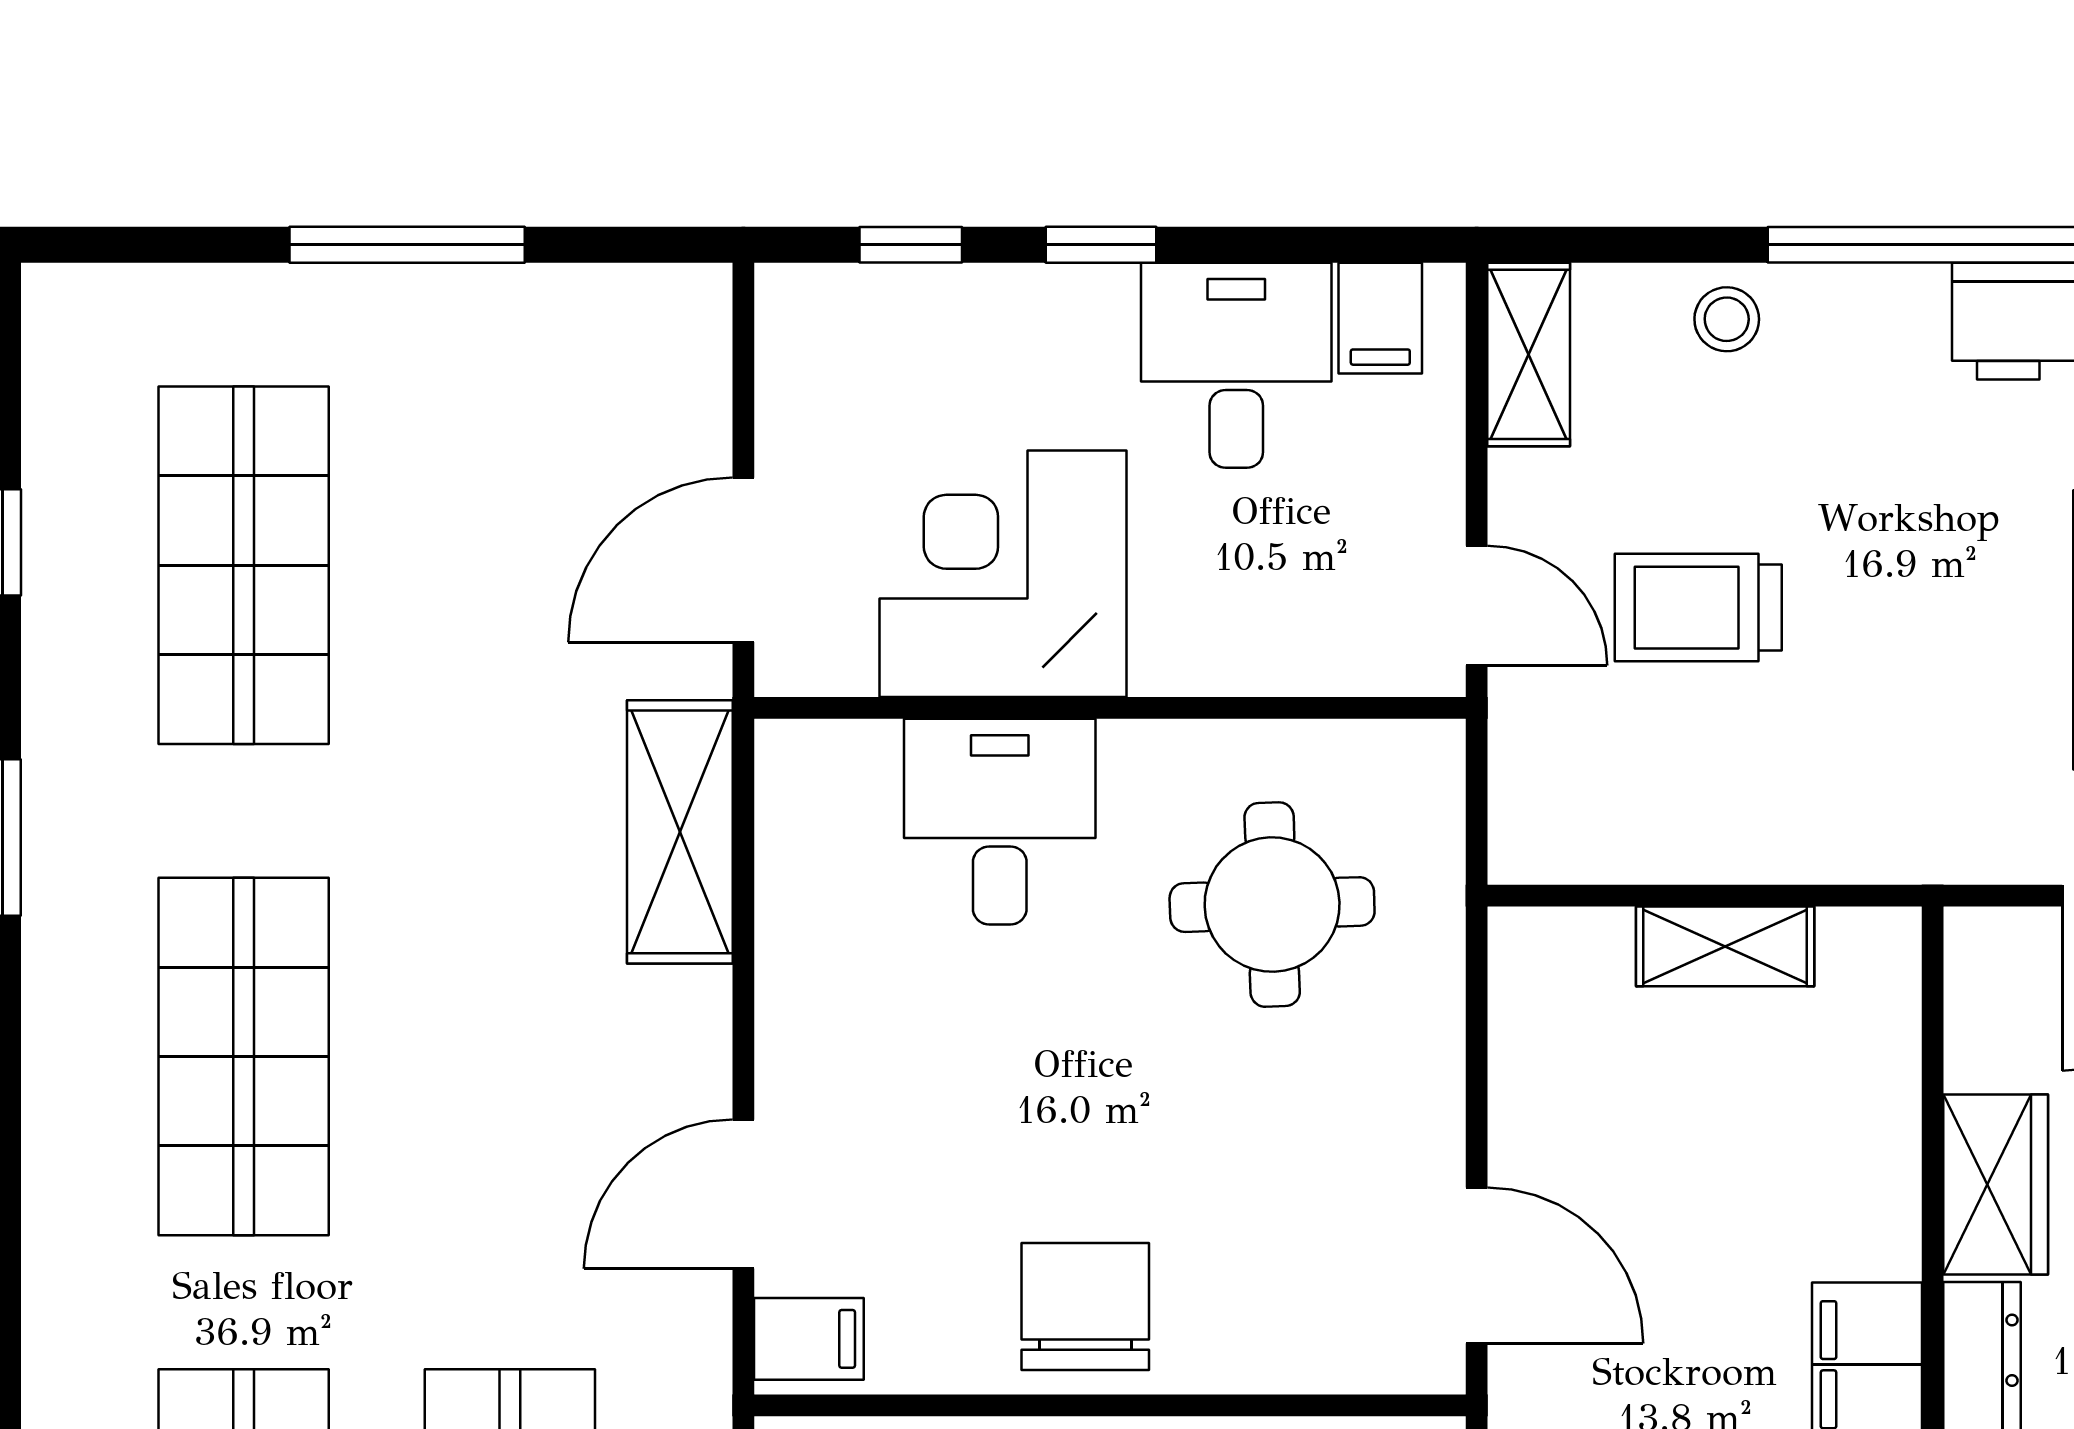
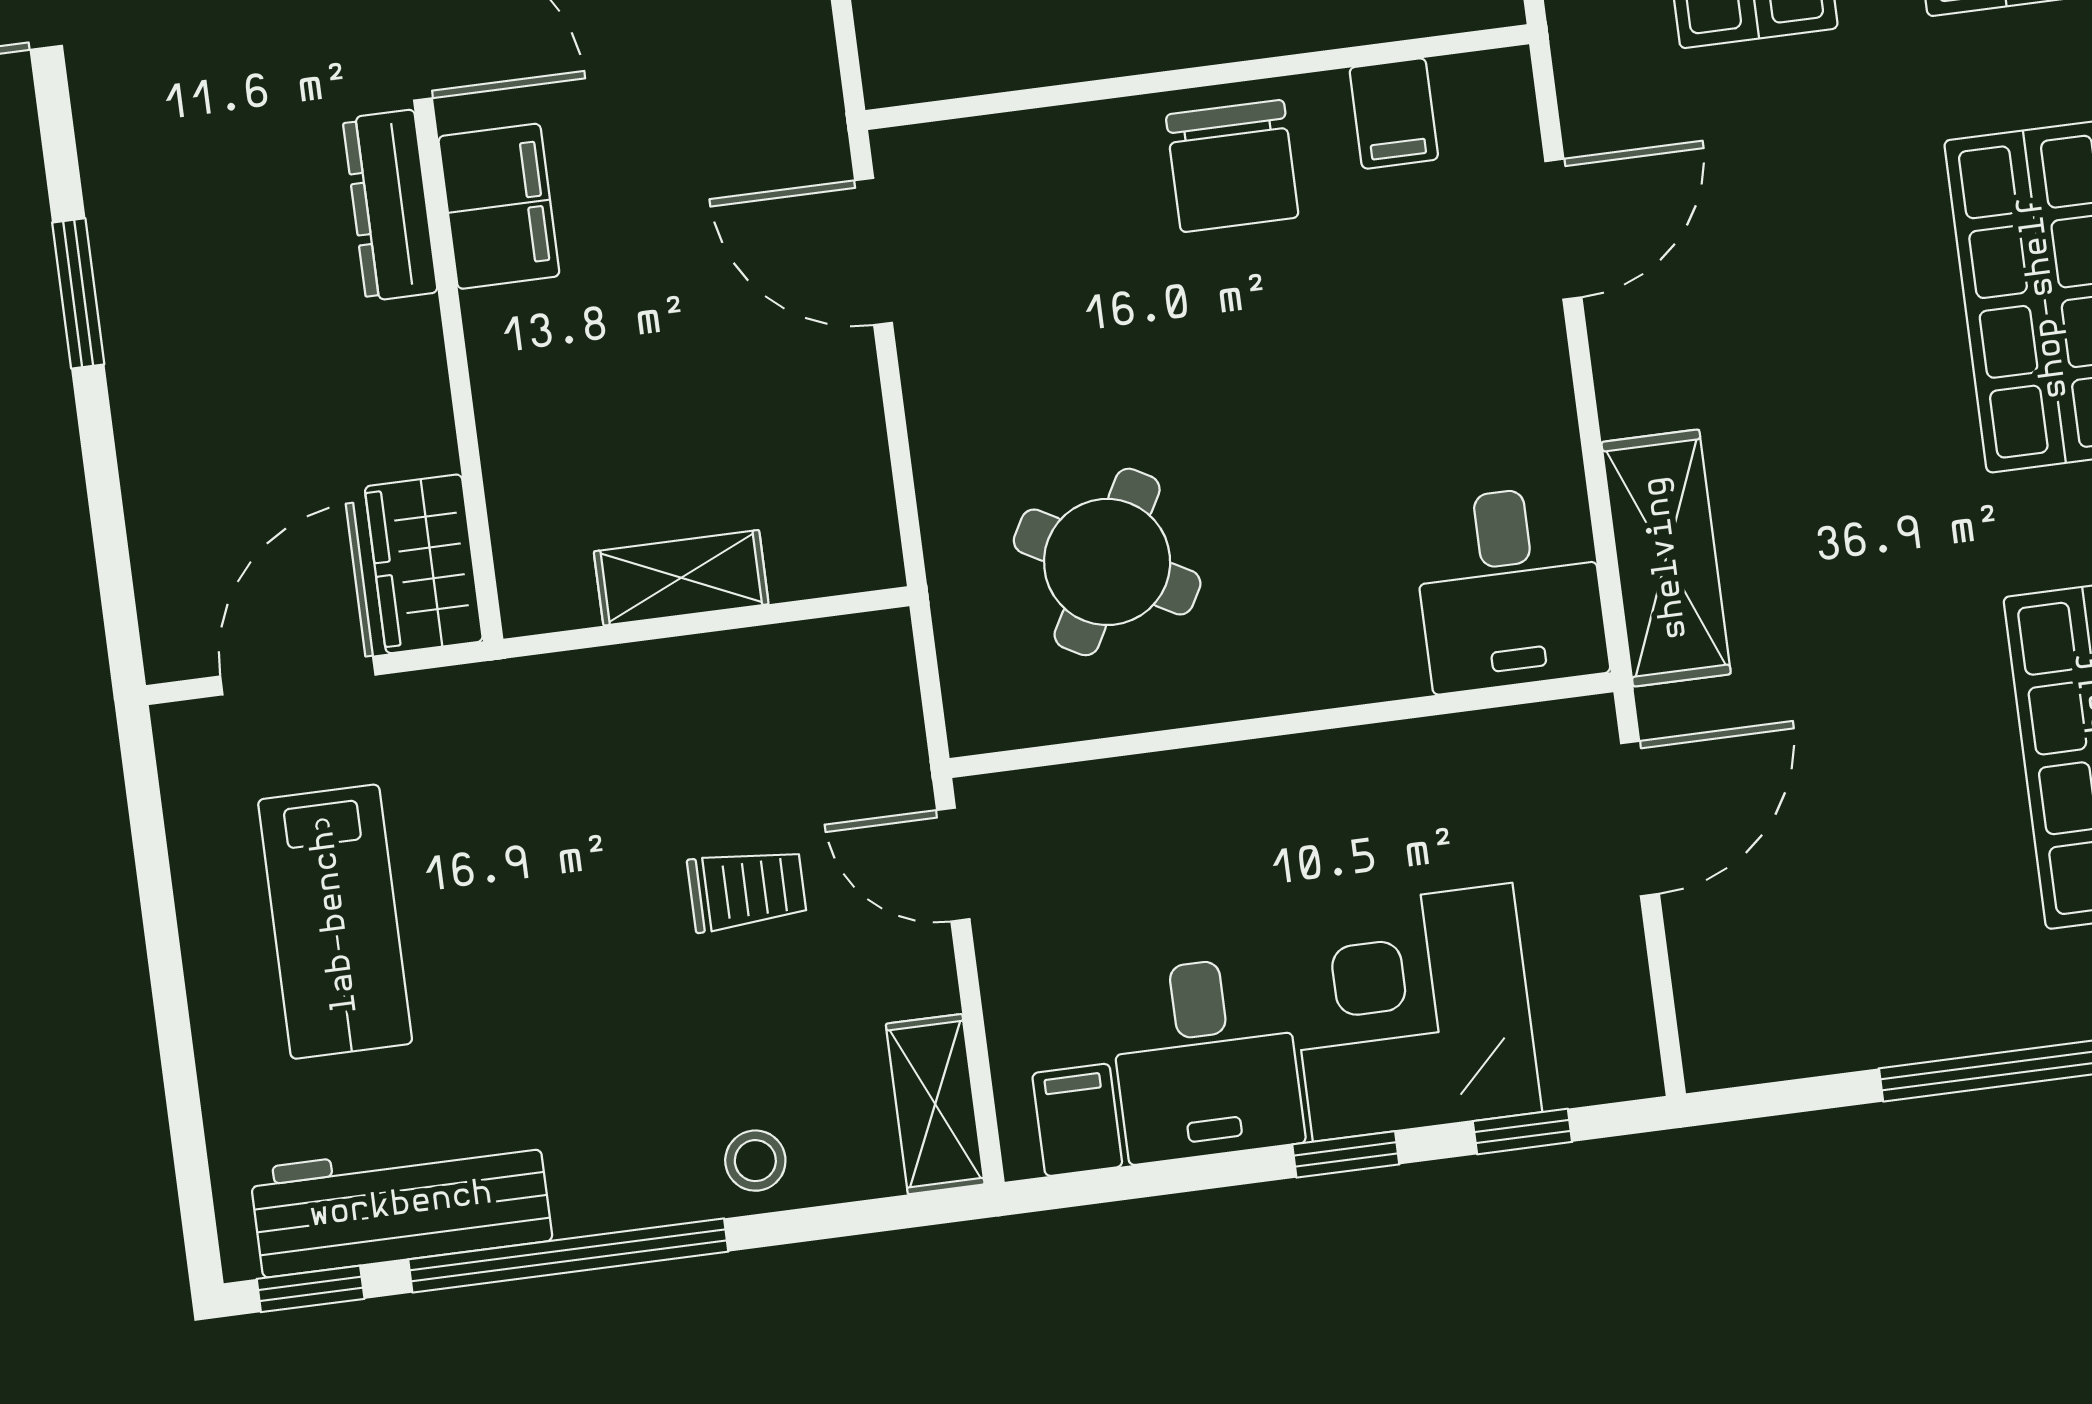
corner desk: (1003, 574) -> (1413, 1012), moved, turned 180
trolley: (1698, 608) -> (747, 889), width x0.73, depth x0.72
desk: (1000, 822) -> (1510, 588), moved
round table: (1272, 905) -> (1107, 562), turned 31
wardrobe: (1996, 1185) -> (424, 564), moved
filing cabinet: (809, 1339) -> (1394, 114), moved, turned -90

